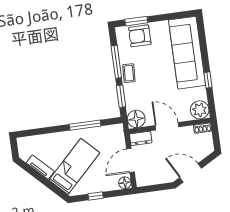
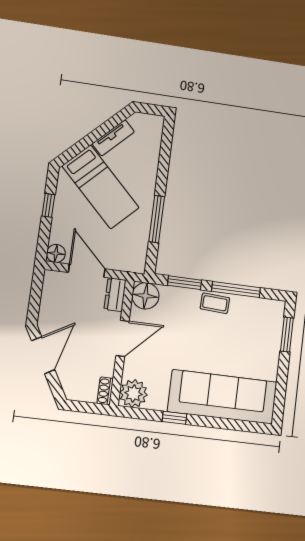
armchair: (140, 36) -> (264, 334), removed

